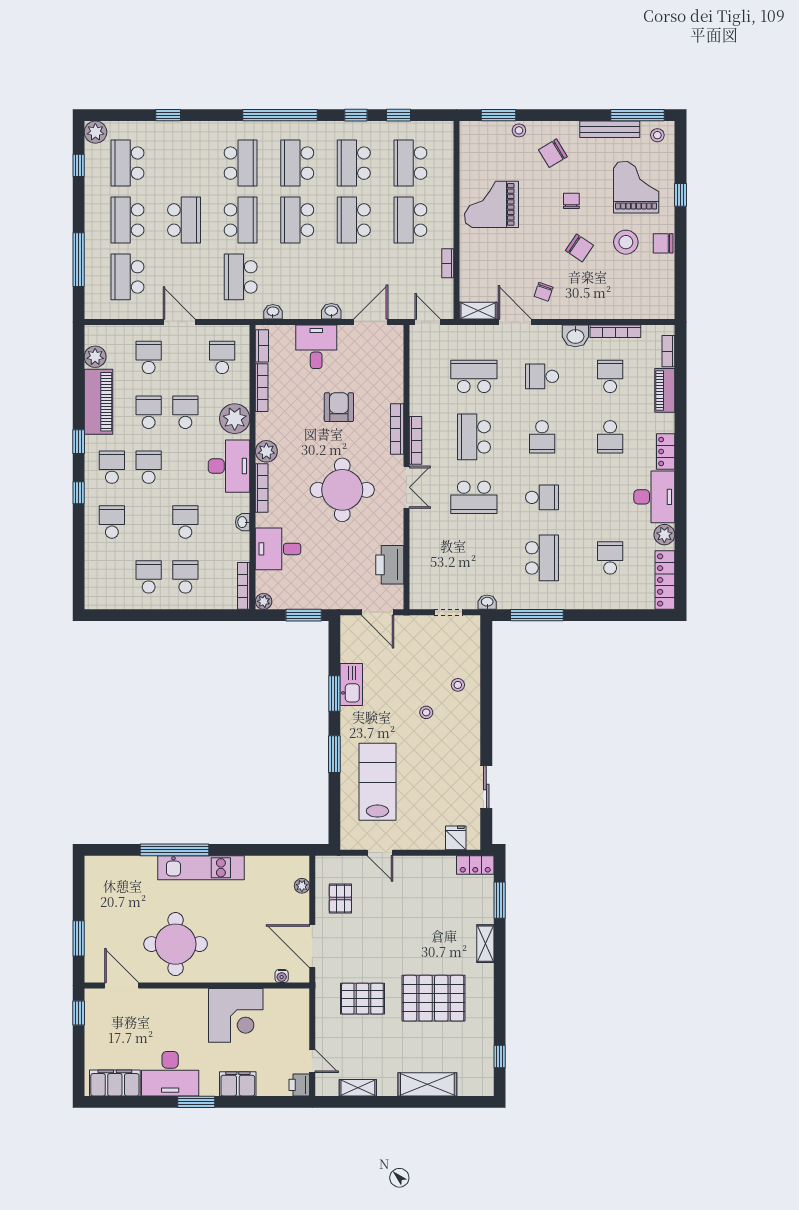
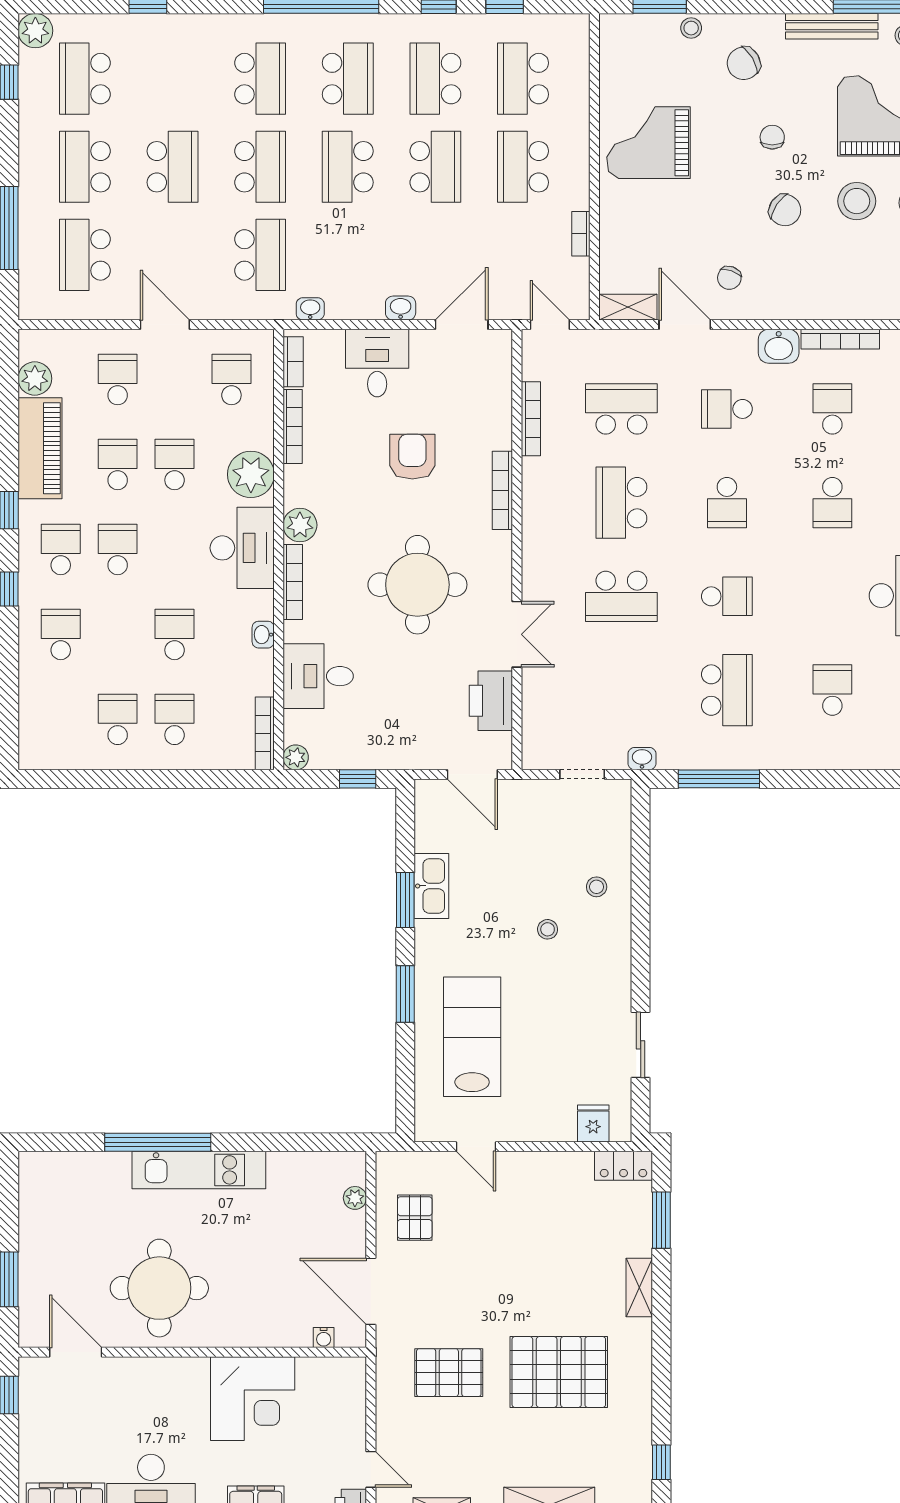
school desk: (297, 163) -> (348, 79), turned 180
school desk: (354, 220) -> (435, 167), turned 180
school desk: (241, 277) -> (260, 255), turned 180
bookcase: (415, 440) -> (531, 419), moved
double door: (406, 487) -> (517, 634), moved
window: (304, 615) -> (358, 779), width x0.67

